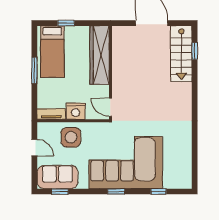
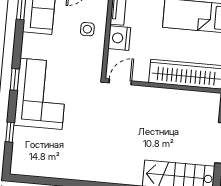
side table: (71, 137) -> (87, 29), width x0.54, depth x0.54
corner sofa: (126, 163) -> (41, 94), width x0.73, depth x0.74

